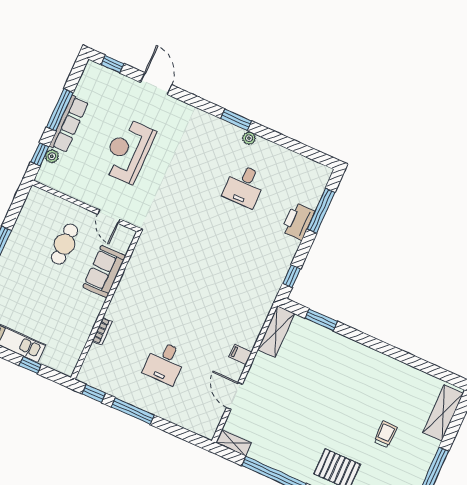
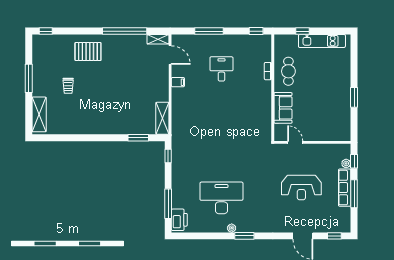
reception desk: (128, 151) -> (301, 187), turned 90
desk: (244, 186) -> (221, 198), width x1.87, depth x1.30
printer: (298, 221) -> (179, 220), moved
cafe table: (65, 244) -> (288, 71), moved
filing cabinet: (240, 354) -> (178, 82), moved
door: (234, 396) -> (170, 55), moved
window: (133, 411) -> (209, 31), moved

